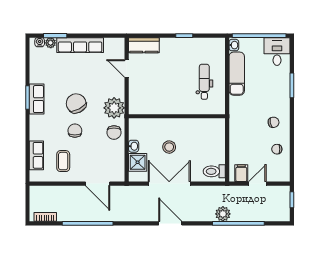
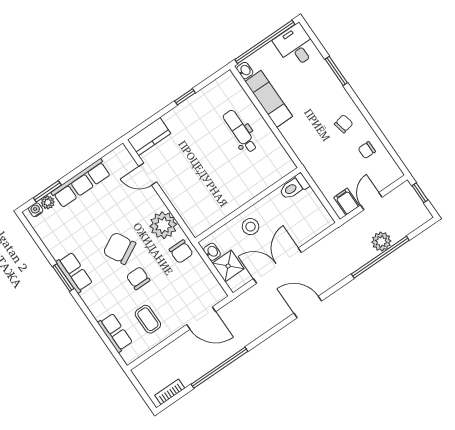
wall: (177, 116) -> (248, 205), moved
toilet: (214, 171) -> (294, 187), moved
plant: (223, 214) -> (381, 242), moved

